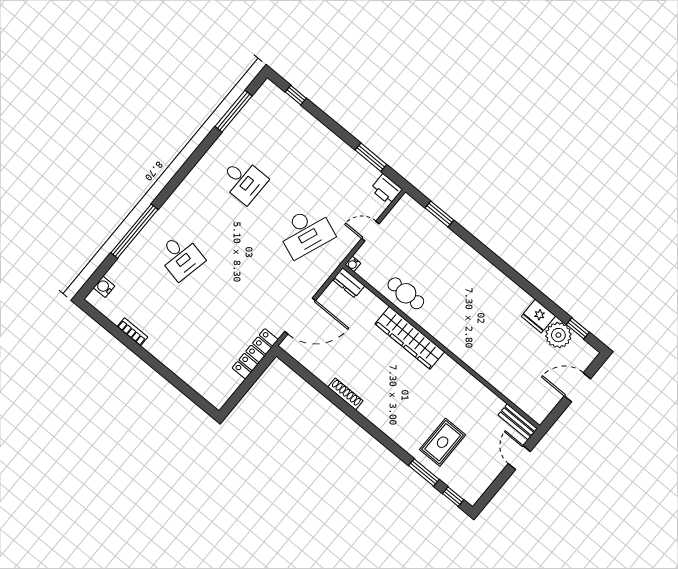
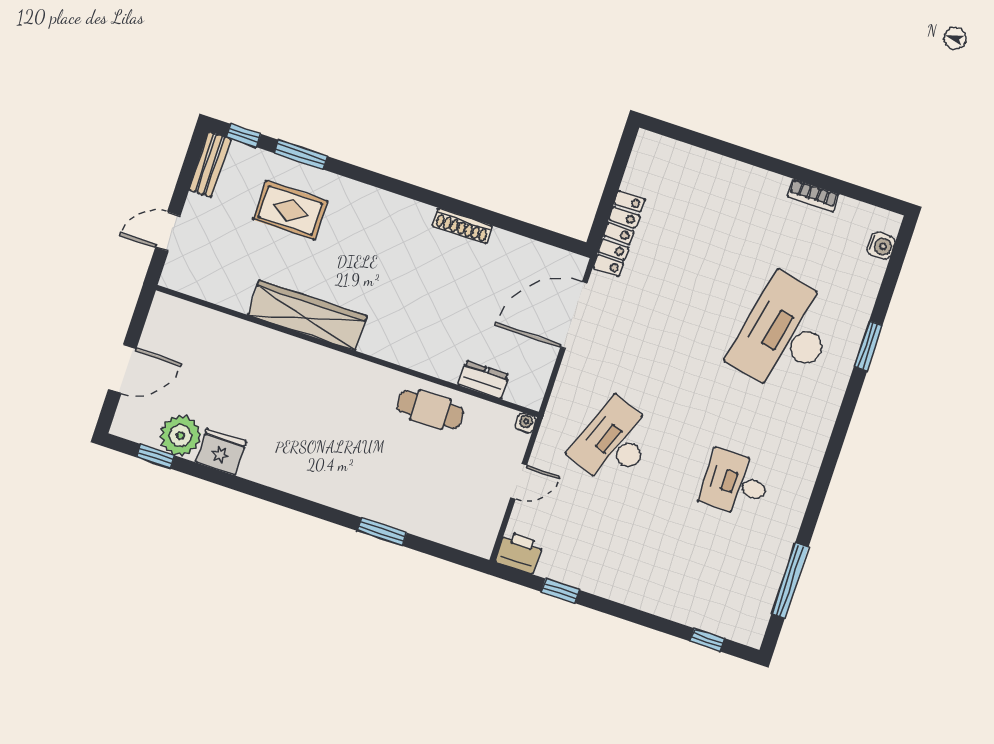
window: (371, 157) -> (560, 591), width x0.67
window: (439, 214) -> (382, 532), moved
window: (134, 231) -> (868, 346), width x0.47
desk: (181, 257) -> (785, 335), width x1.87, depth x1.30
dresser: (349, 283) -> (484, 380), moved
wardrobe: (410, 338) -> (307, 315), moved
bench: (518, 422) -> (210, 164), moved, turned 90
rug: (443, 442) -> (290, 210), turned 90
door: (519, 458) -> (168, 232), swing flipped

